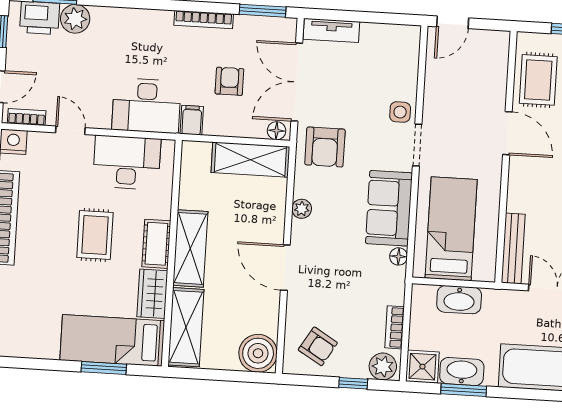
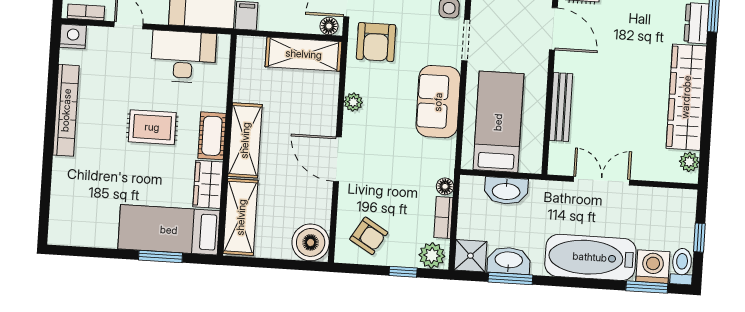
rug: (95, 235) -> (152, 127), turned 90
bench: (513, 248) -> (561, 107), moved
floor lamp: (399, 256) -> (445, 186), moved

